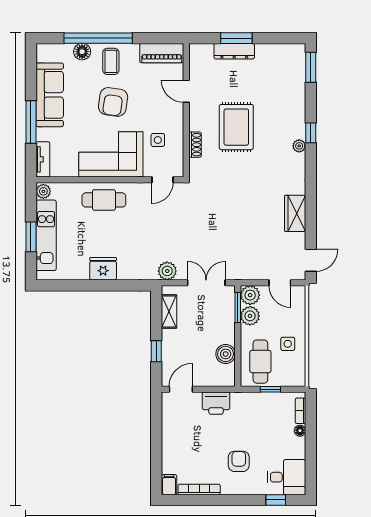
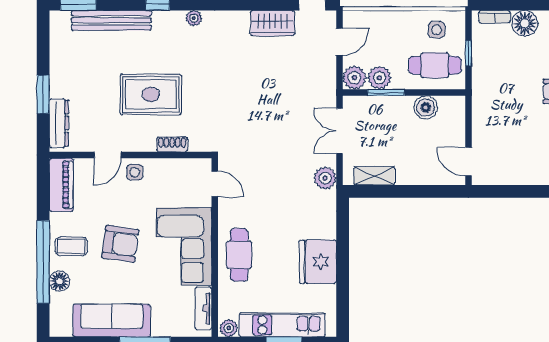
dresser: (234, 51) -> (59, 123), moved
bench: (297, 94) -> (111, 20), added
side table: (158, 140) -> (135, 172), moved
plant: (299, 146) -> (194, 18), moved
tv unit: (43, 159) -> (203, 308), moved, turned -90
wardrobe: (295, 213) -> (272, 23), moved
fridge: (103, 269) -> (318, 262), width x1.36, depth x1.34
window: (238, 307) -> (386, 93), moved
side table: (288, 344) -> (437, 30), moved
window: (156, 351) -> (423, 191), removed
printer: (216, 403) -> (485, 119), removed
floor lamp: (300, 431) -> (525, 23), width x1.89, depth x1.89

